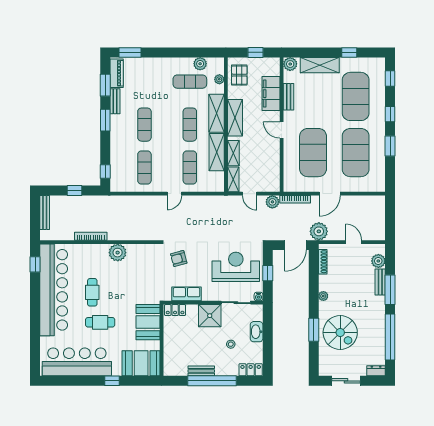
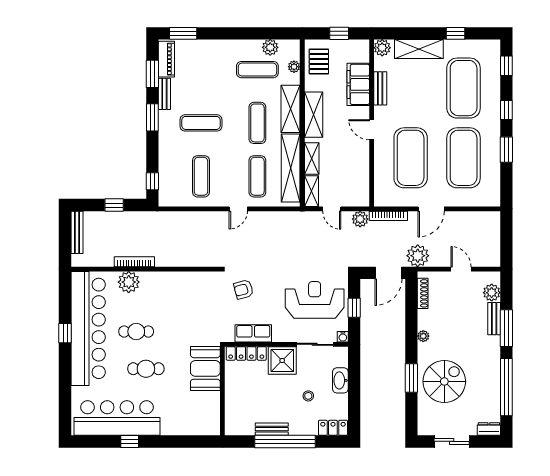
exercise mat: (144, 125) -> (201, 123), turned 90
shelving: (217, 152) -> (291, 168), width x1.47
plant: (118, 253) -> (129, 282), moved
window: (35, 264) -> (65, 333), moved
cafe table: (92, 292) -> (136, 332), turned 90
locker: (175, 310) -> (246, 353), width x1.53
spiral stairs: (340, 333) -> (444, 381), turned -90
booth: (141, 363) -> (197, 420), removed
window: (112, 381) -> (130, 441), moved

